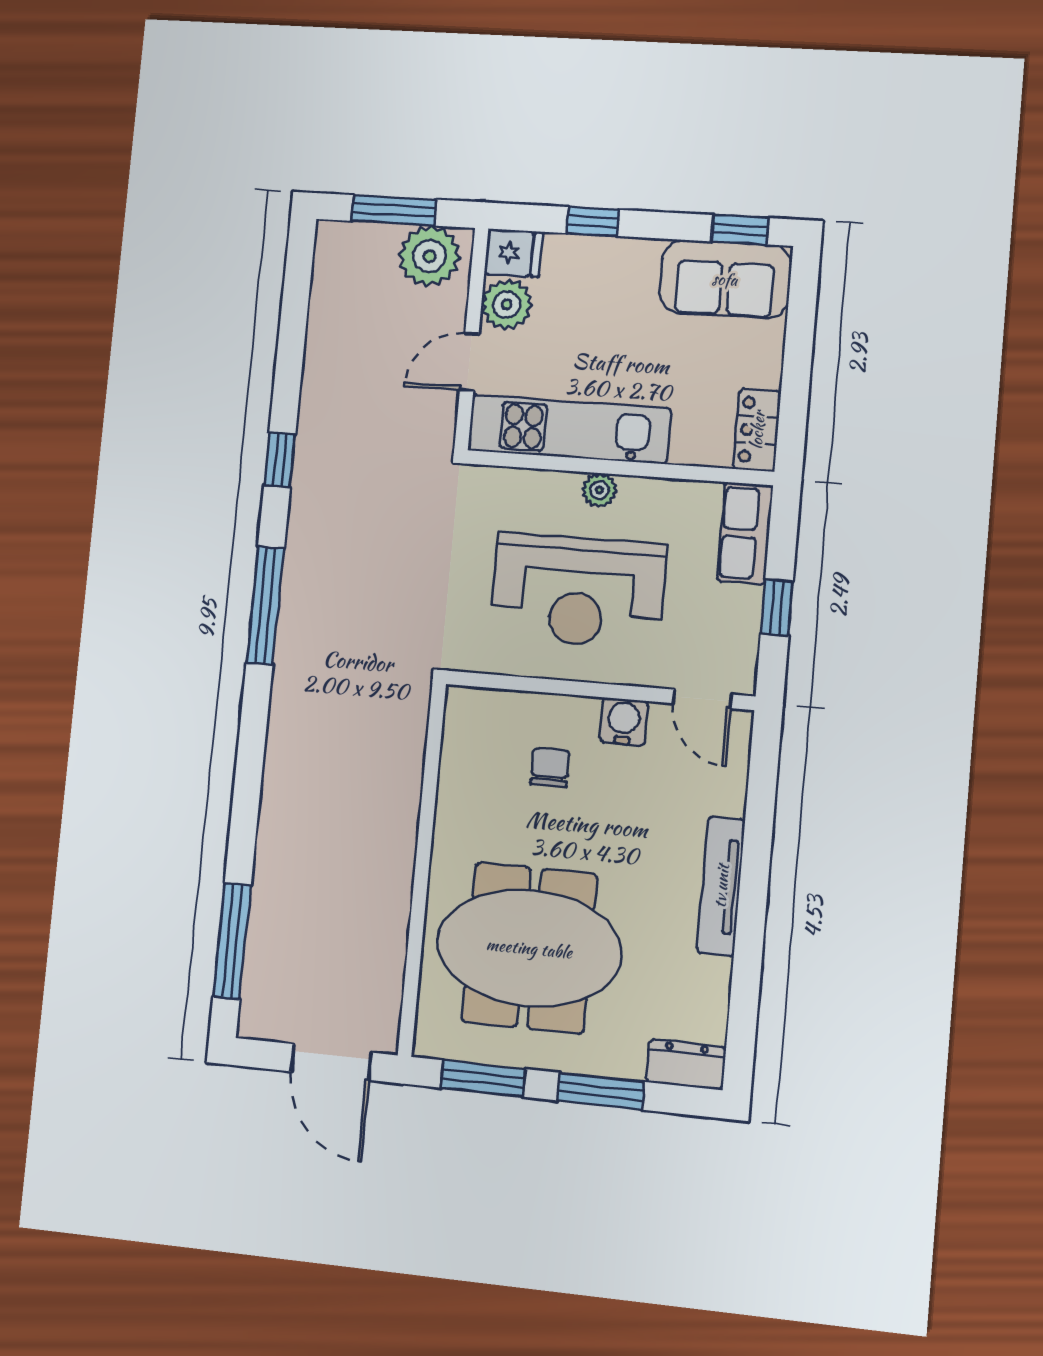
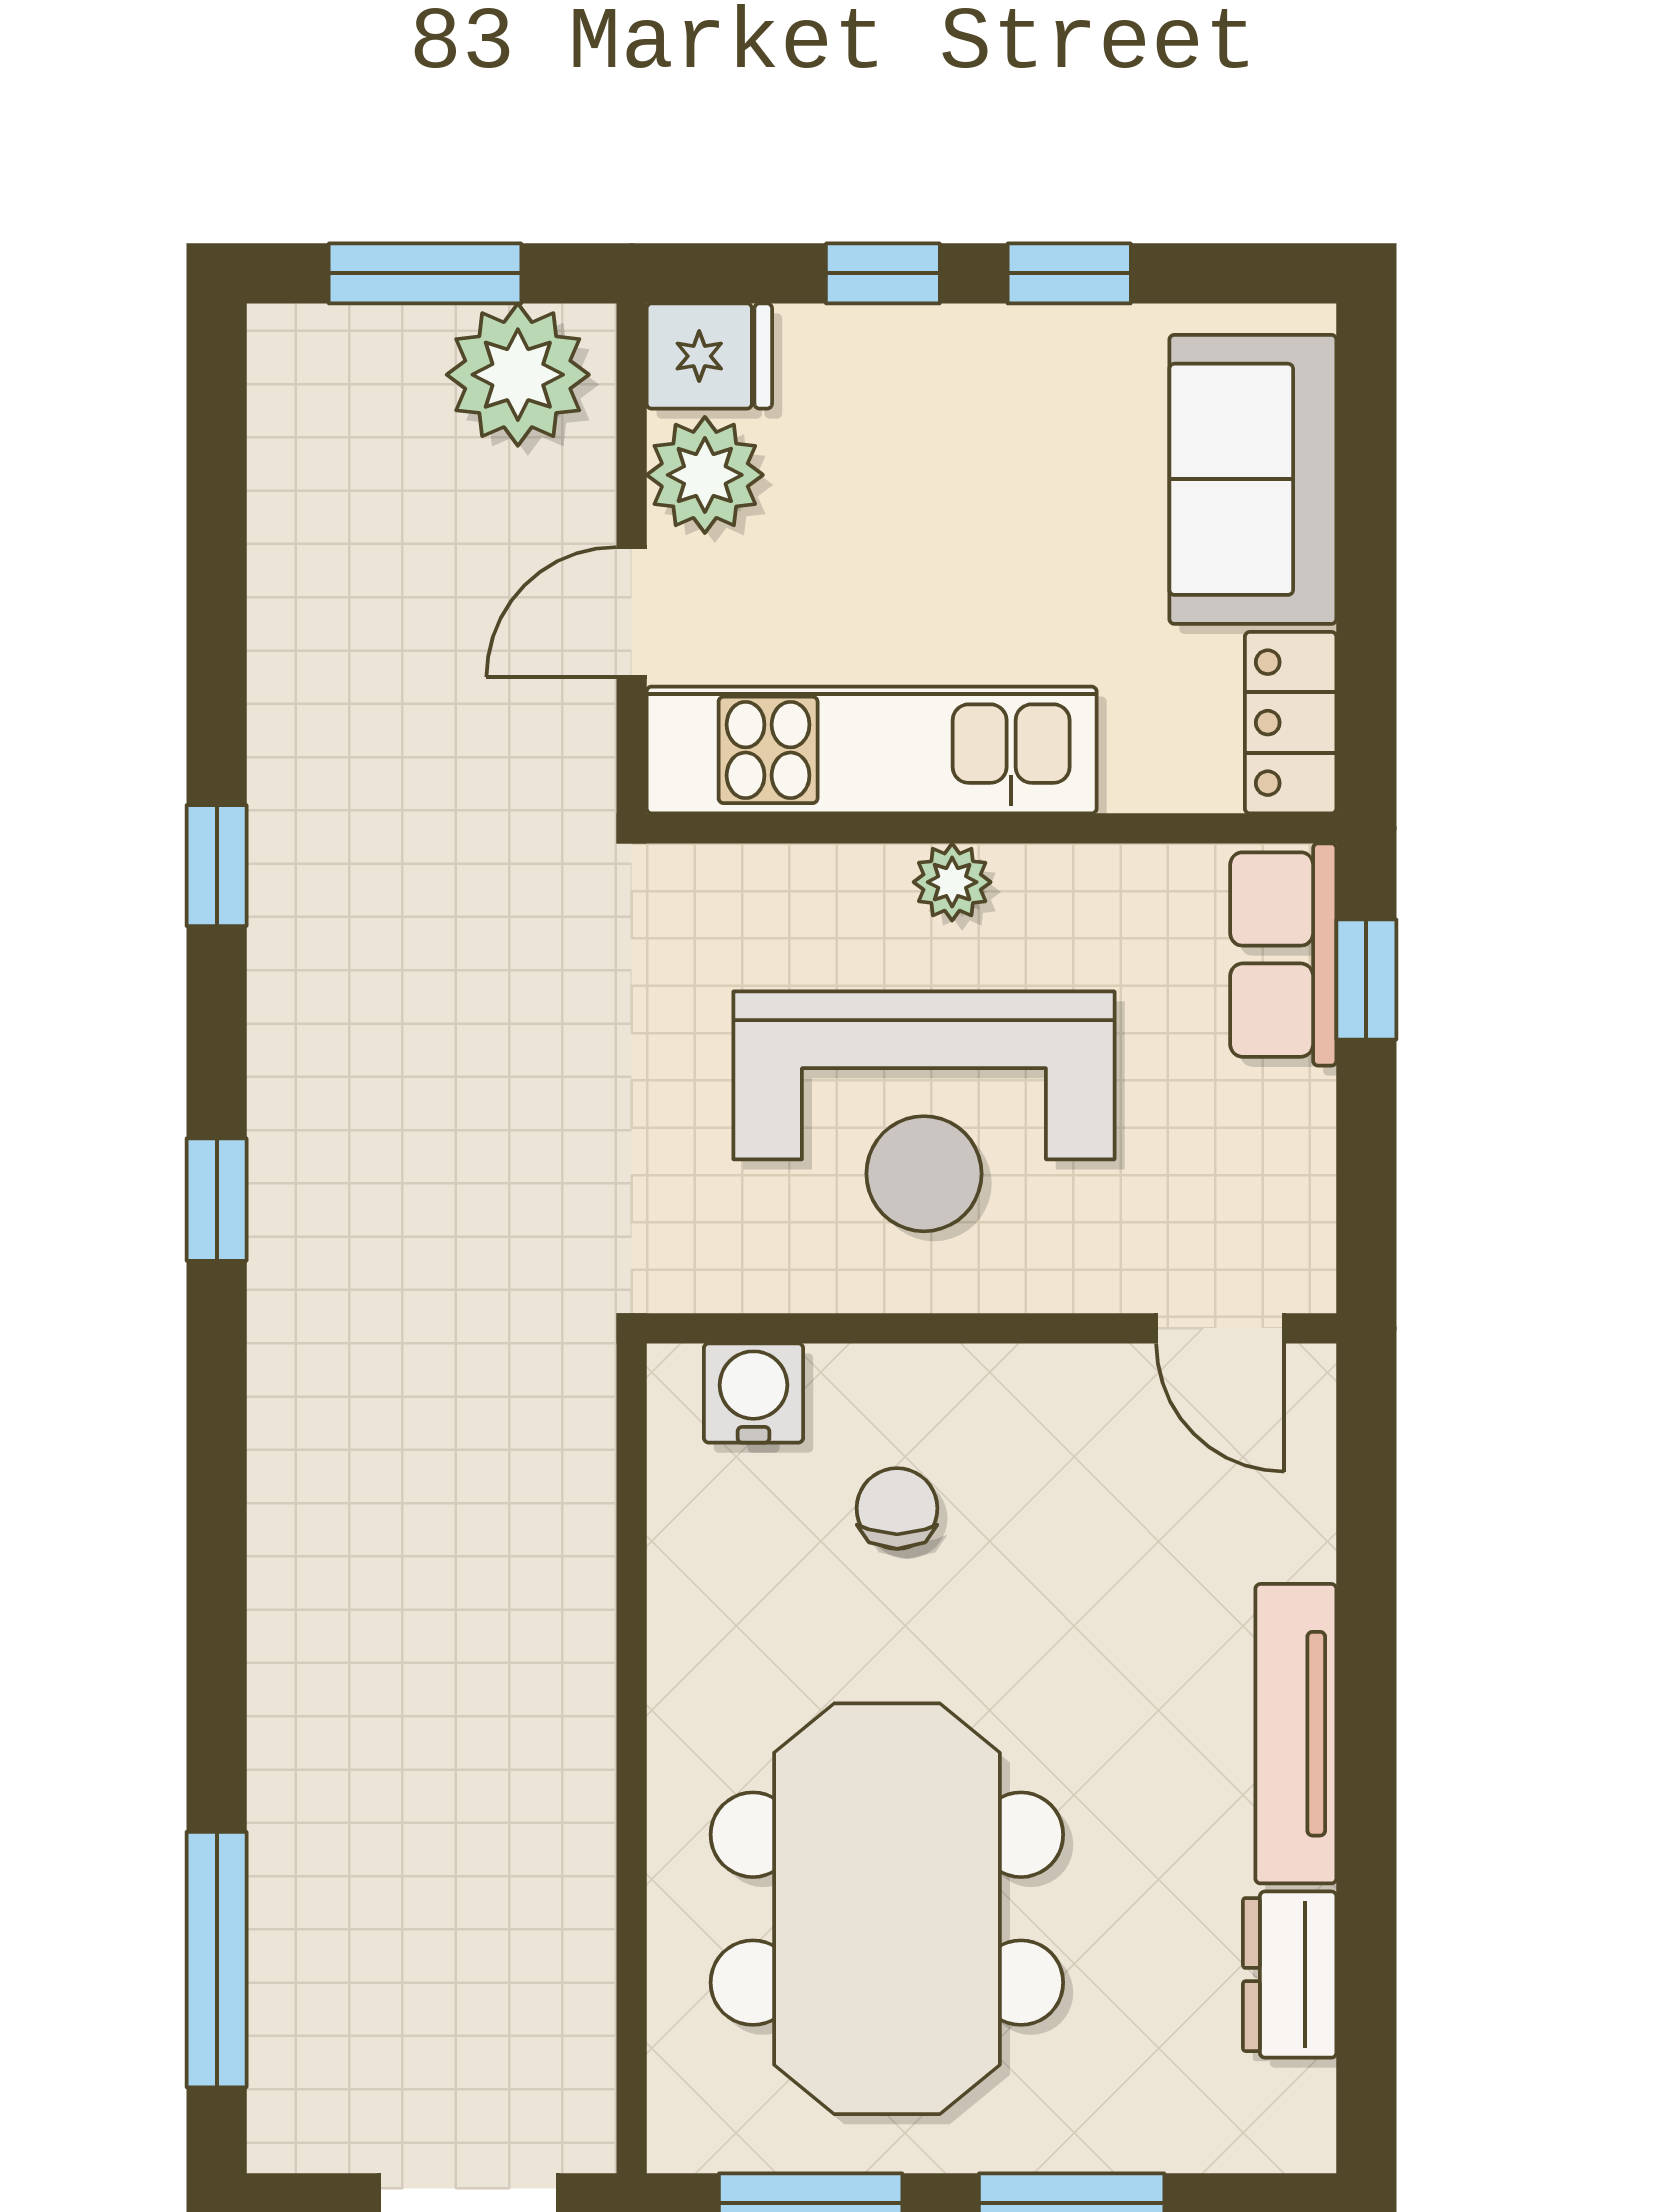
window: (740, 230) -> (1069, 273), moved
sofa: (725, 279) -> (1253, 479), moved, turned 90
window: (265, 605) -> (217, 1200), width x0.46
window: (777, 608) -> (1366, 980), moved
water cooler: (624, 722) -> (753, 1393), moved
meeting table: (529, 948) -> (887, 1909), turned 90
dresser: (686, 1065) -> (1290, 1975), moved, turned -90

